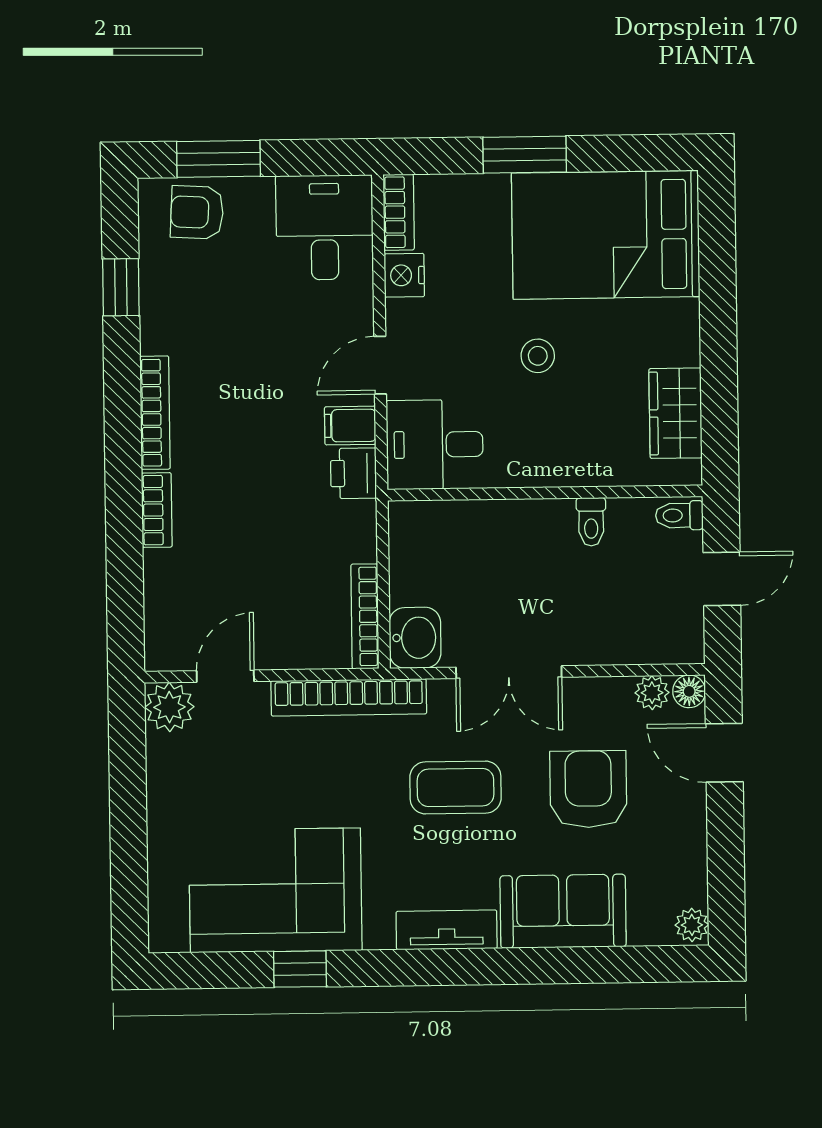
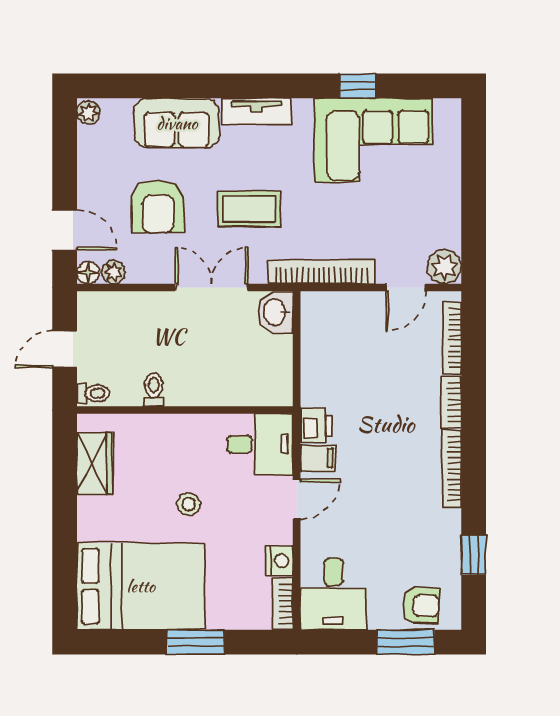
bookcase: (365, 616) -> (452, 338), moved, turned 180

